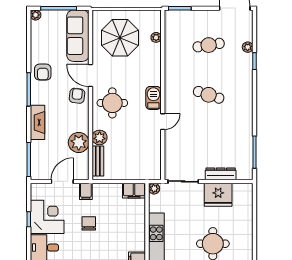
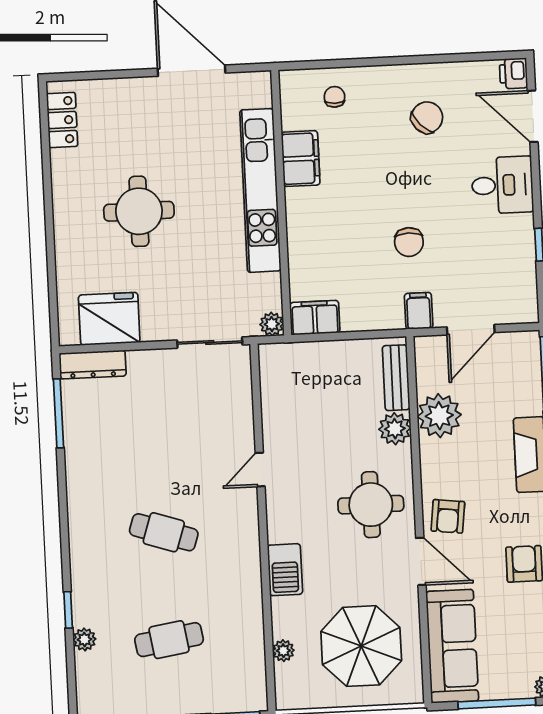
barbecue: (153, 98) -> (285, 570), moved
dresser: (221, 174) -> (93, 365), moved
fridge: (218, 195) -> (109, 319), moved
corner desk: (47, 217) -> (500, 252), removed

